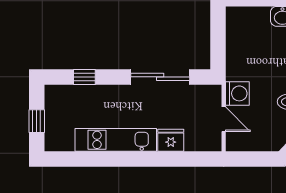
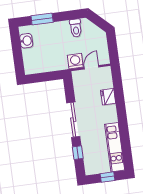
sliding door: (160, 77) -> (73, 120), moved
kitchen unit: (116, 140) -> (115, 147), moved

